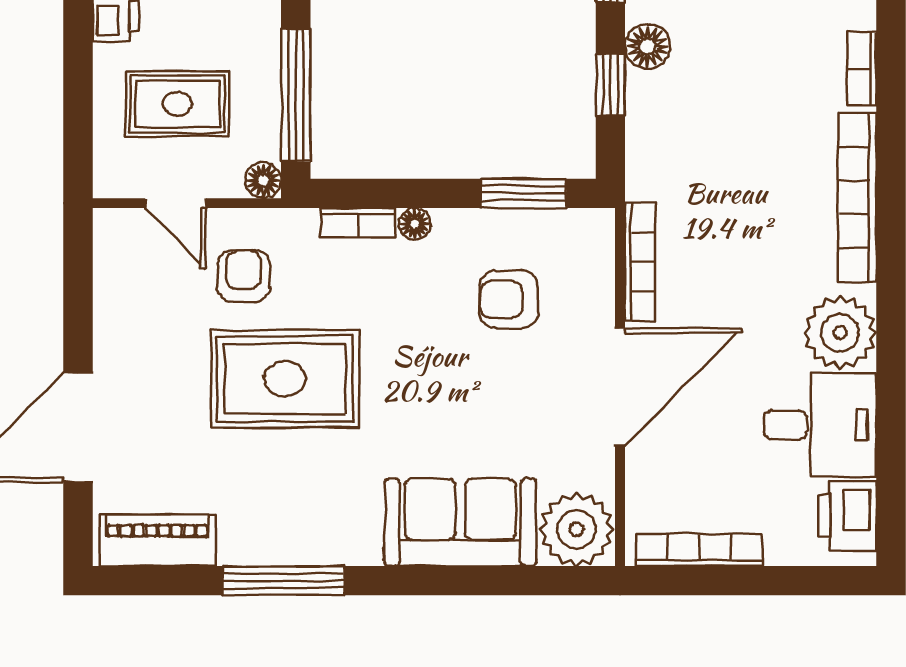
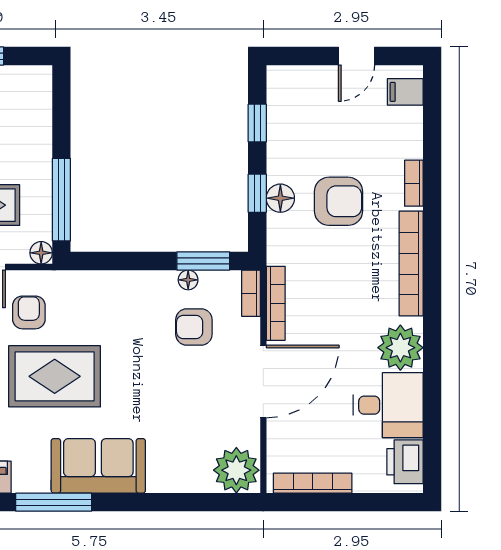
floor lamp: (647, 46) -> (280, 198), moved
armchair: (741, 98) -> (338, 201), added
bookcase: (358, 223) -> (251, 293), moved, turned 90
floor lamp: (415, 224) -> (188, 280), moved
sofa: (460, 522) -> (98, 466), moved

